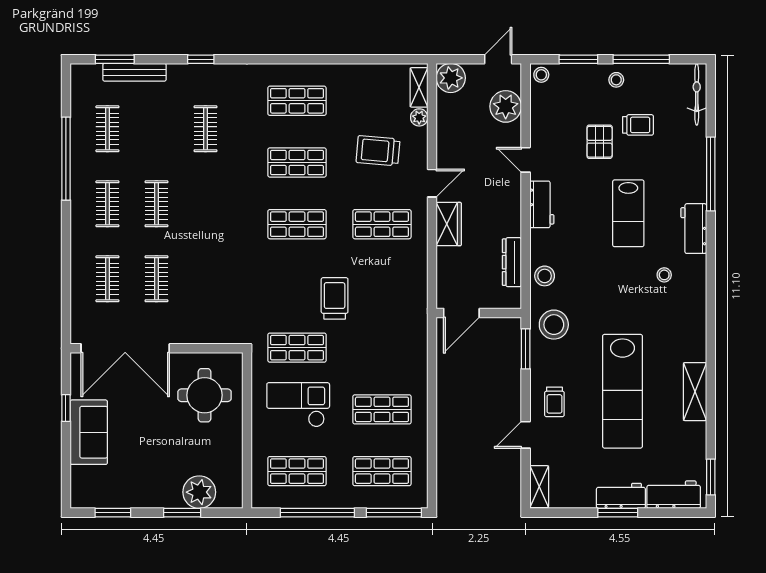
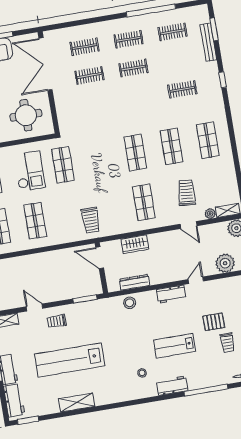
door: (432, 183) -> (188, 225), moved
wardrobe: (449, 224) -> (135, 244), moved
trolley: (335, 298) -> (91, 220), moved, turned 90
stool: (554, 325) -> (102, 313), removed

